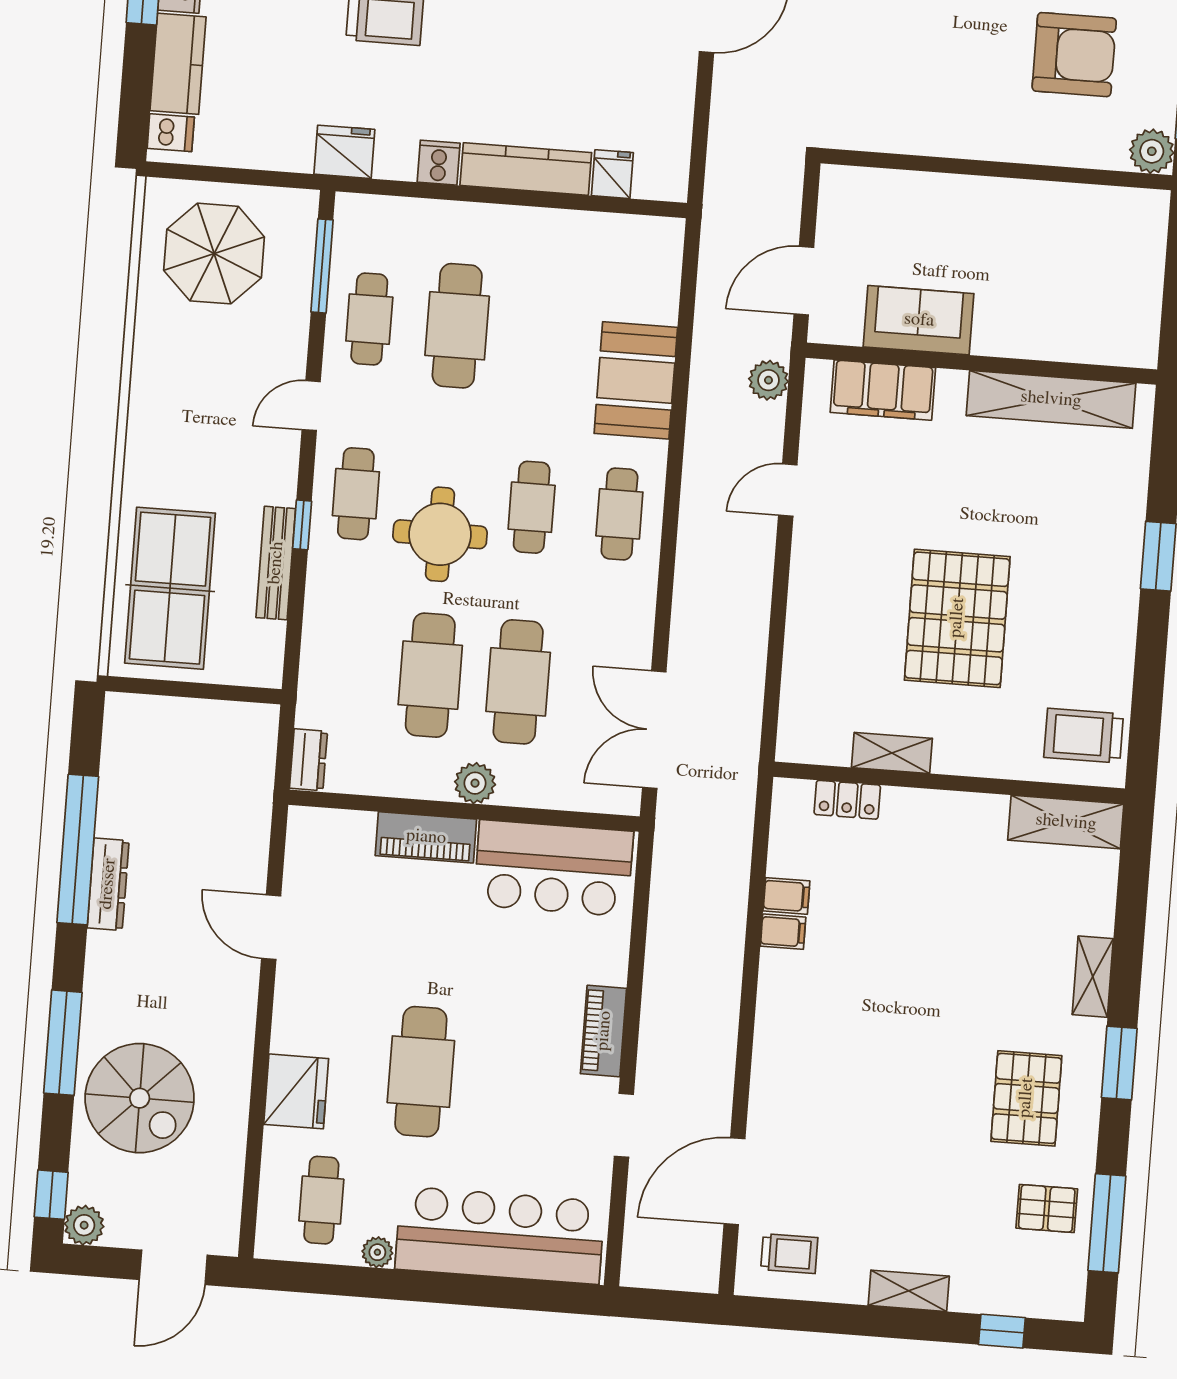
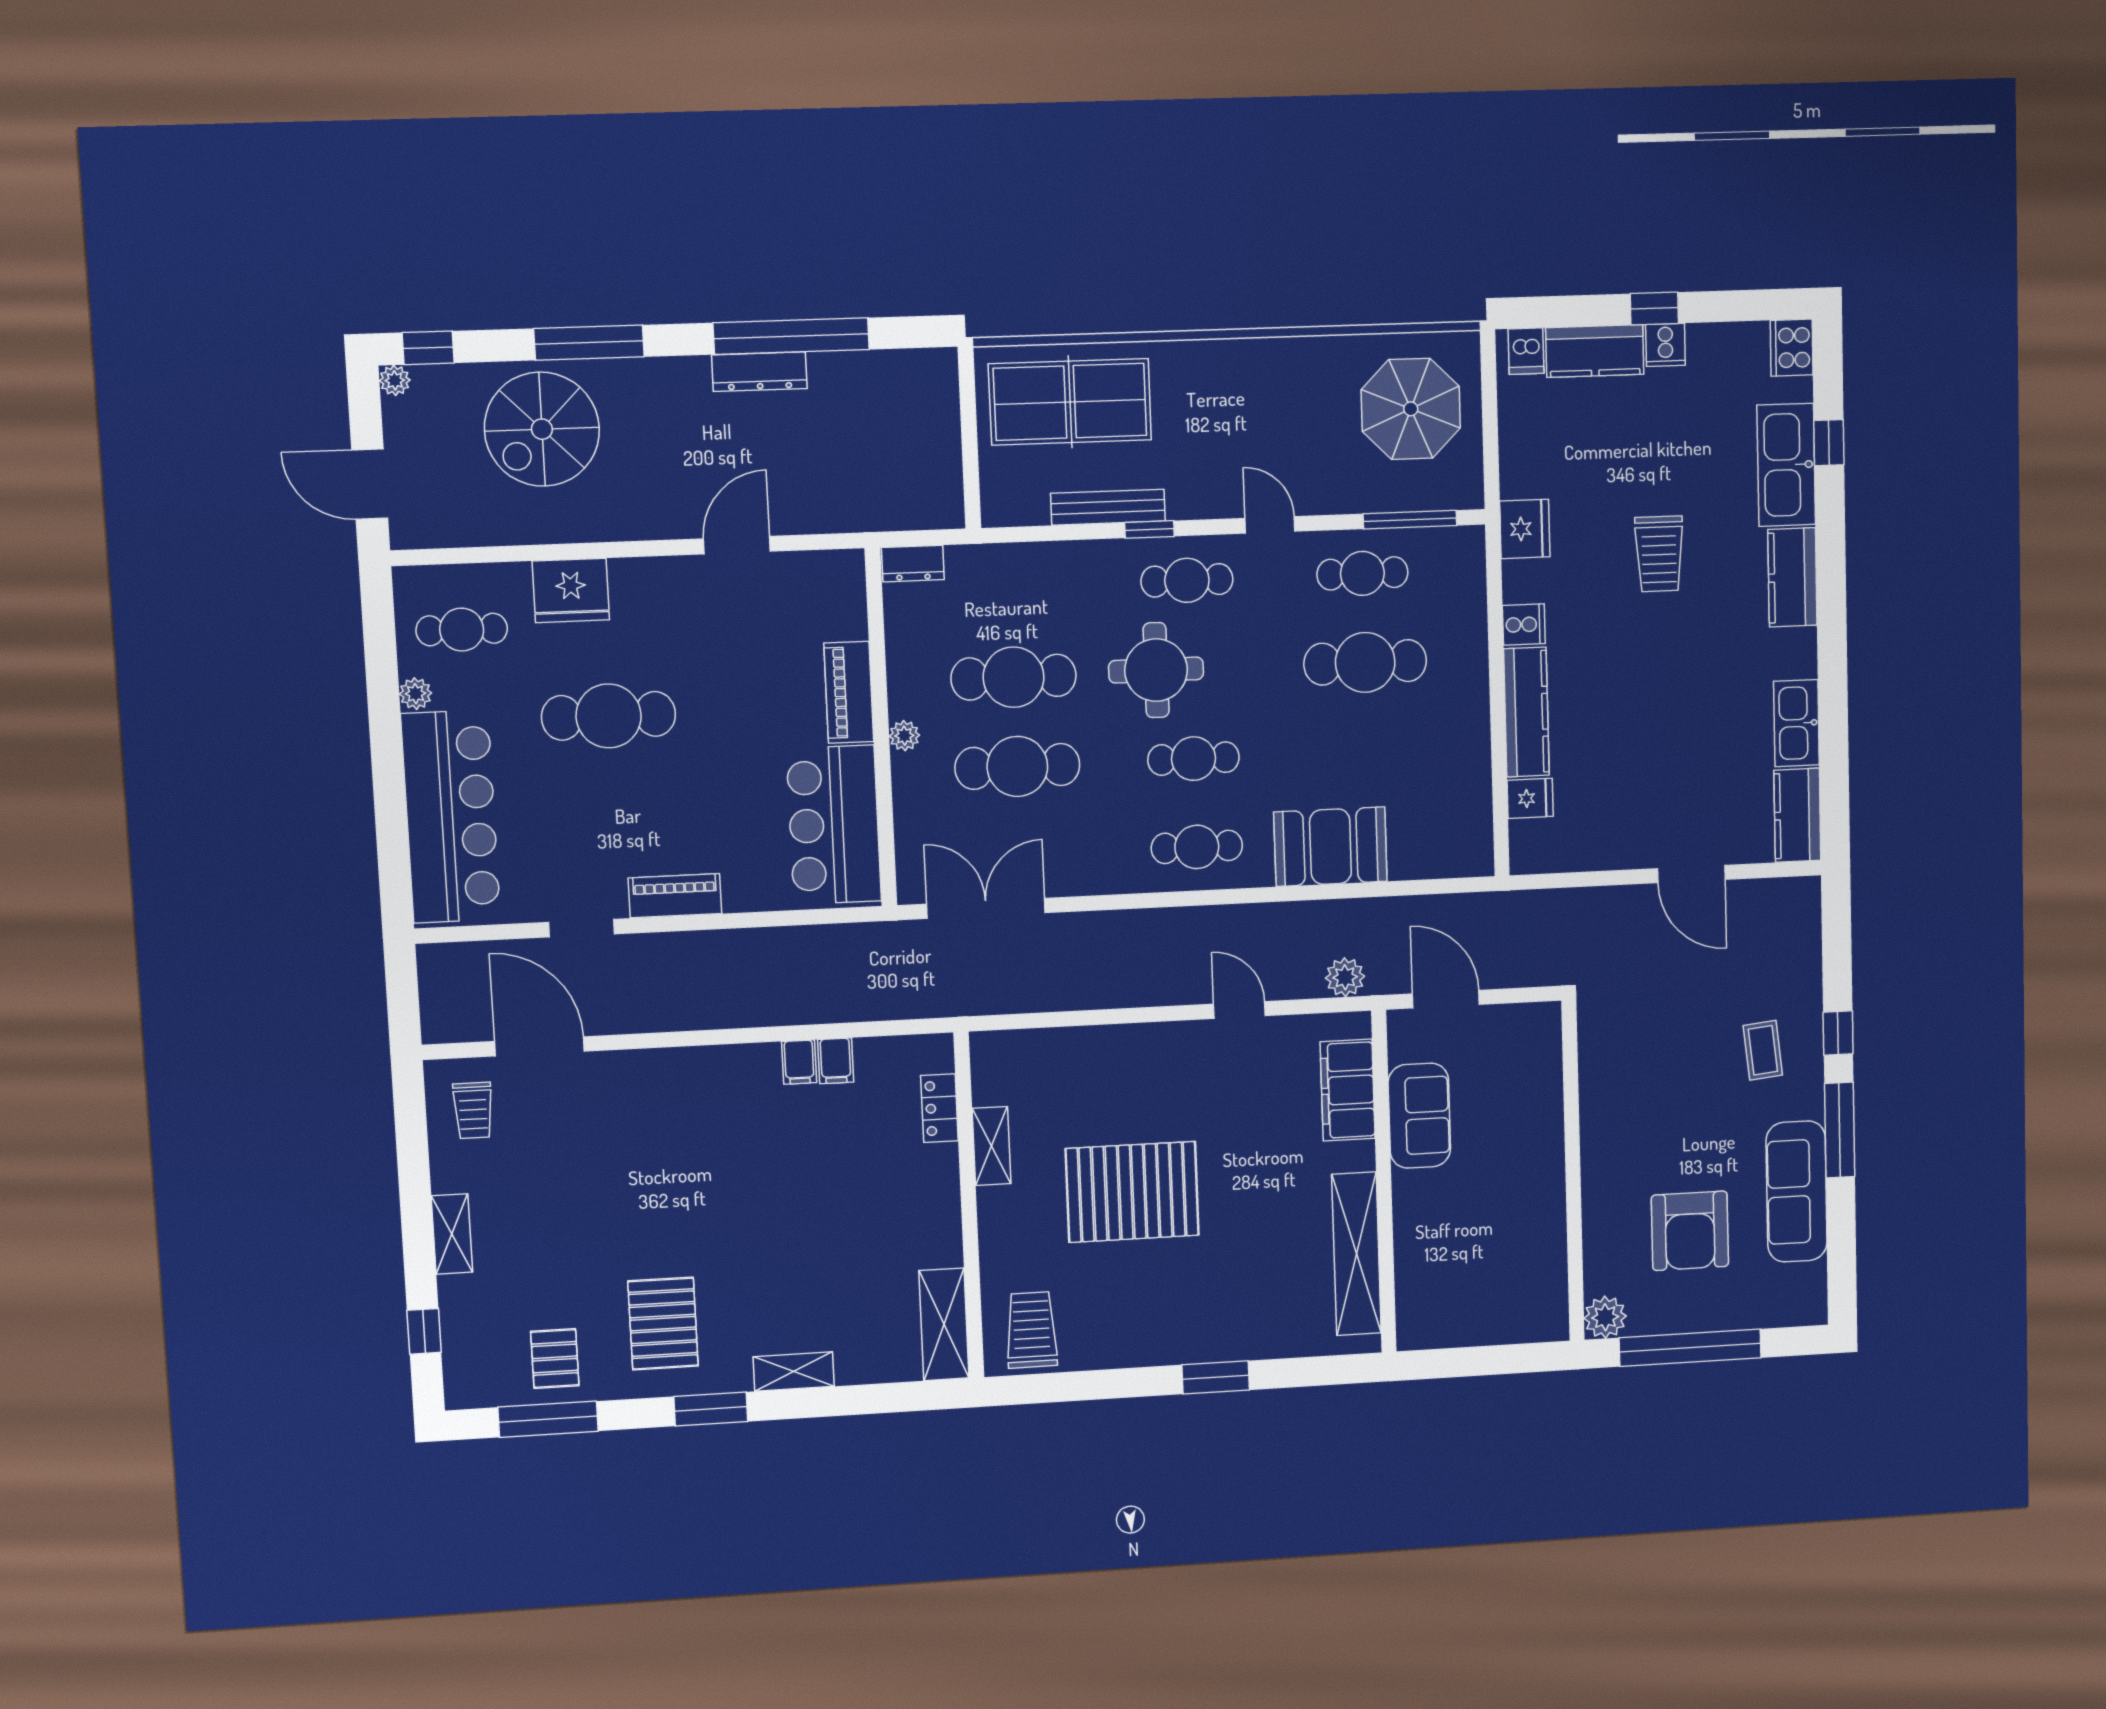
plant: (475, 783) -> (904, 736), width x0.73, depth x0.73
pallet: (1026, 1098) -> (663, 1324), turned 90
plant: (84, 1225) -> (395, 380), width x0.73, depth x0.73

